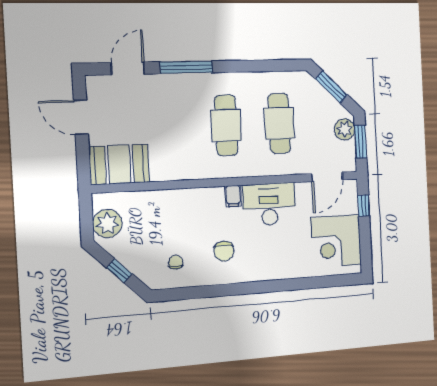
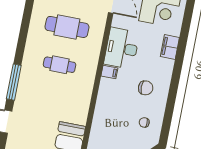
cafe table: (226, 125) -> (60, 65), width x0.73, depth x0.74
filing cabinet: (287, 269) -> (170, 47), added

